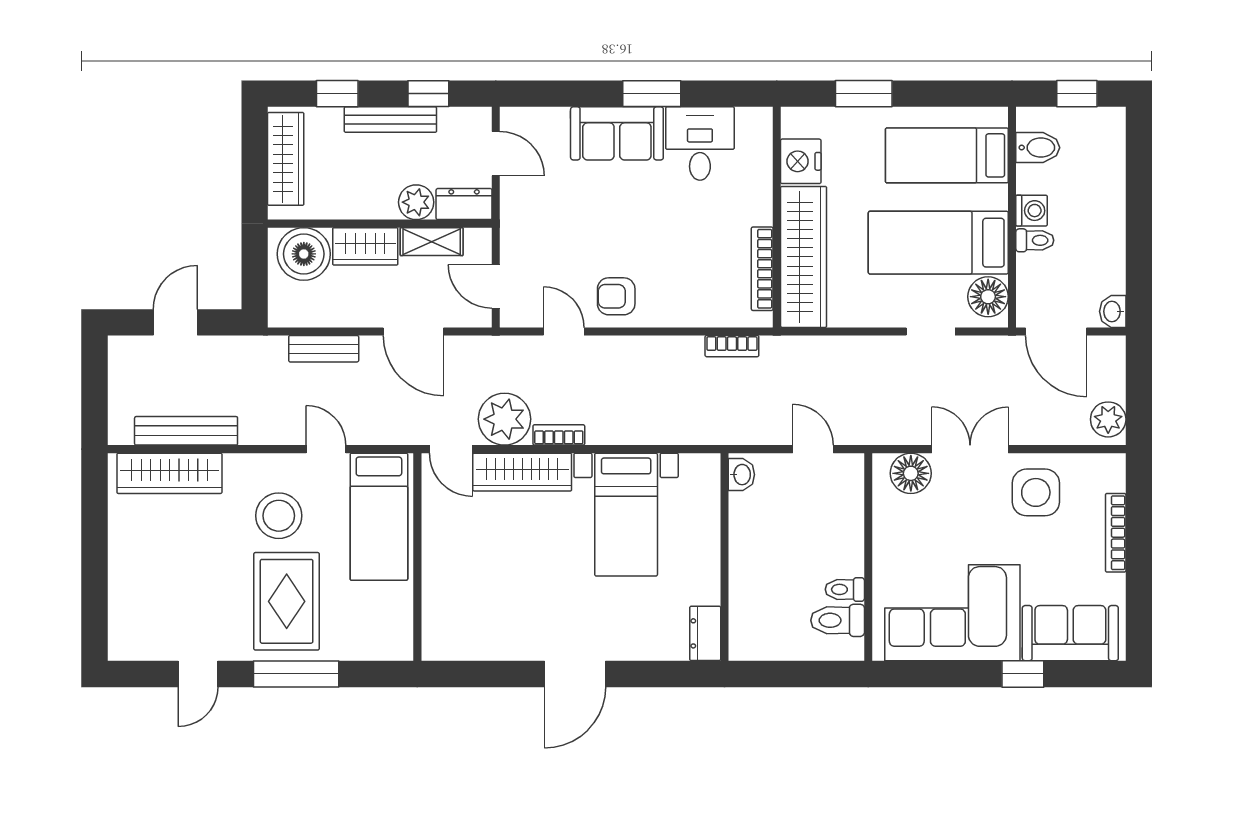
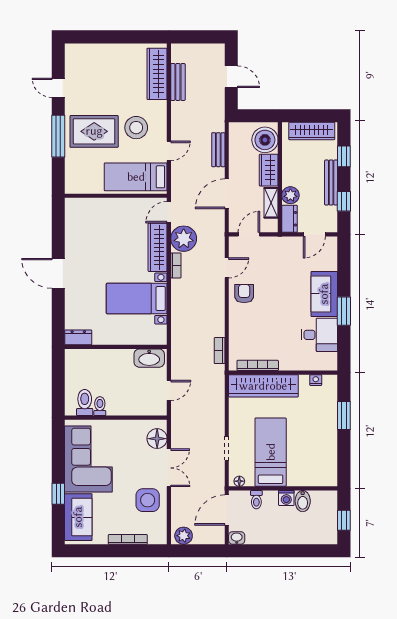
bidet: (1038, 148) -> (303, 501), moved
bed: (947, 155) -> (313, 456), removed
nightstand: (801, 161) -> (316, 380), width x0.53, depth x0.56
toilet: (1035, 240) -> (256, 500), moved
floor lamp: (988, 297) -> (239, 481), width x0.53, depth x0.53
bench: (186, 431) -> (178, 82), width x0.73
washbasin: (741, 475) -> (149, 358), width x1.91, depth x1.45

